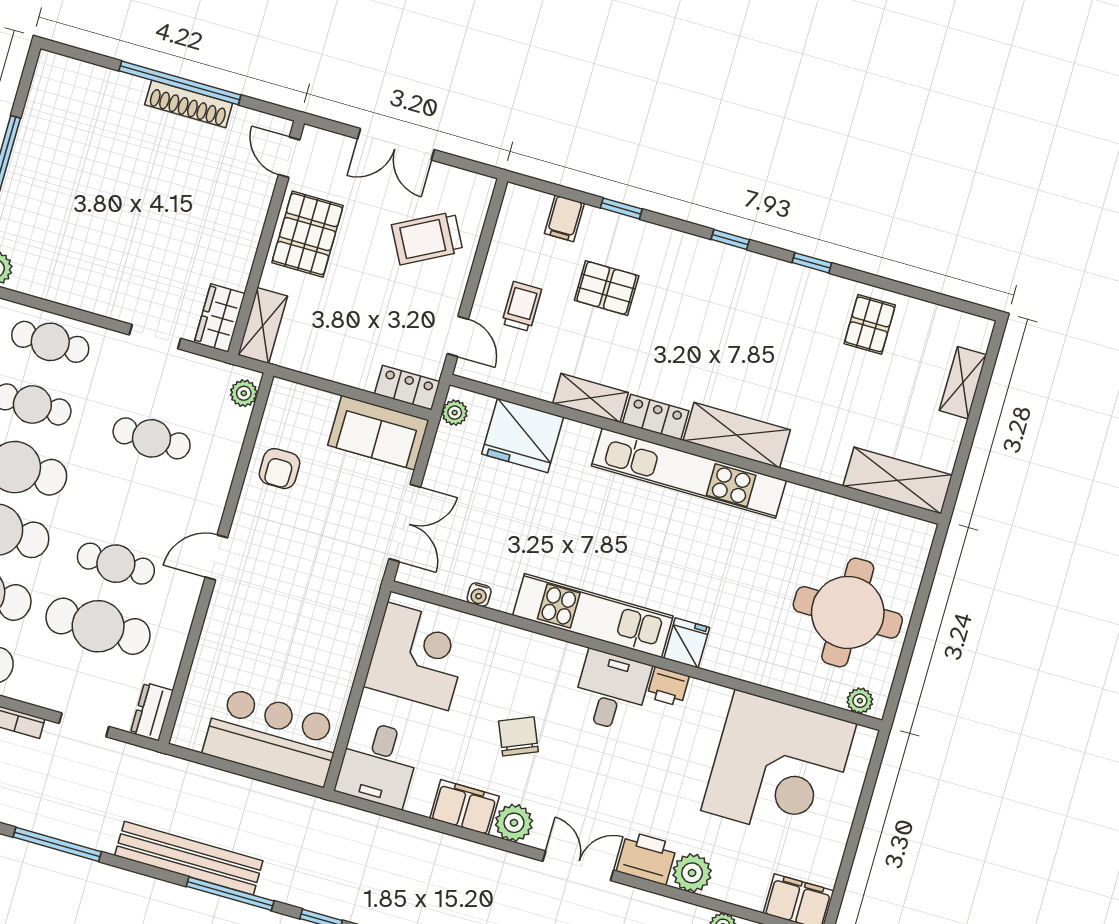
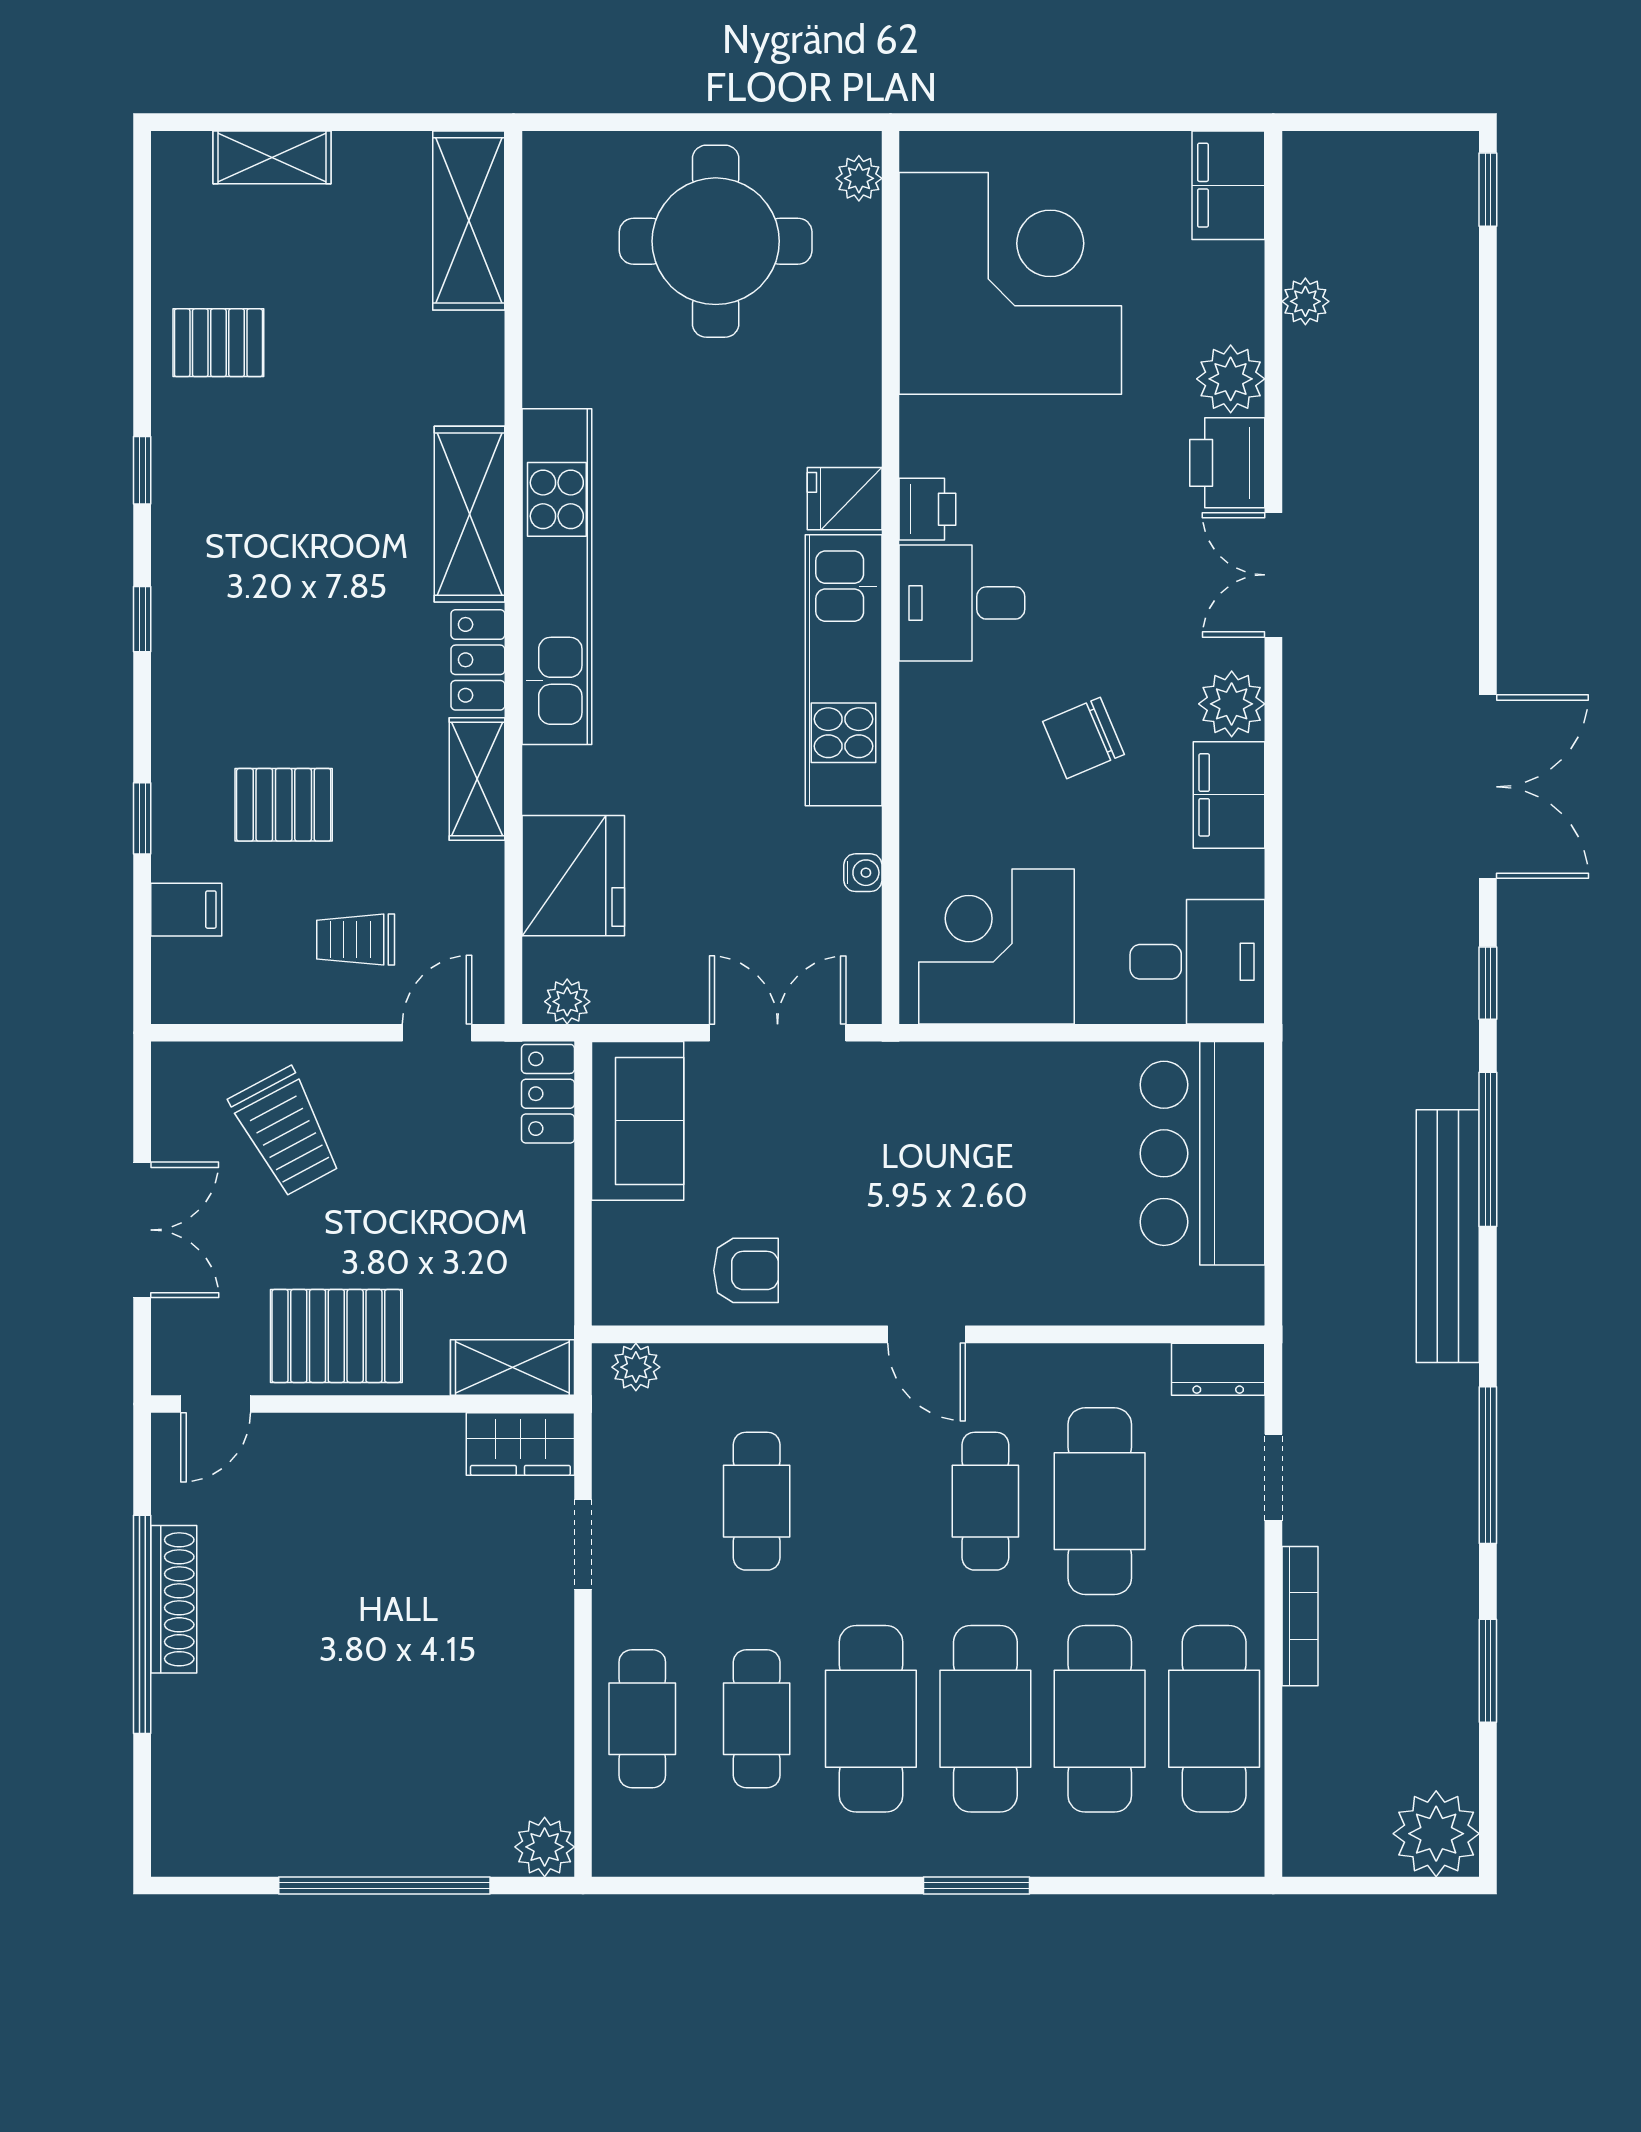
pallet: (607, 288) -> (284, 805), turned 90

